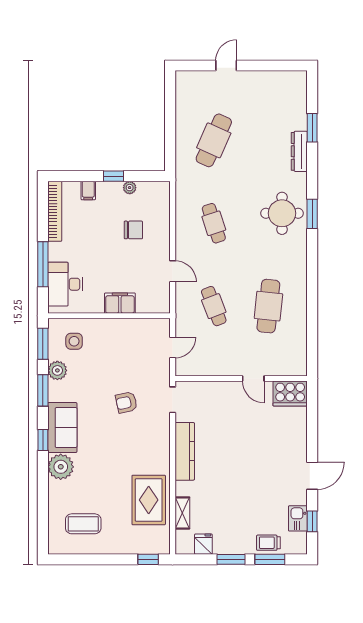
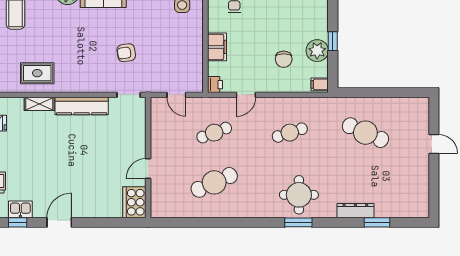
plant: (130, 188) -> (317, 51), width x1.88, depth x1.88
filing cabinet: (88, 191) -> (320, 84), moved
printer: (161, 305) -> (215, 85), added
cafe table: (268, 306) -> (214, 182), turned -30
armchair: (126, 402) -> (126, 53), turned -86
door: (312, 476) -> (59, 222), swing flipped
rug: (149, 500) -> (37, 73), width x0.73, depth x0.70
shelving: (182, 513) -> (39, 104), moved

